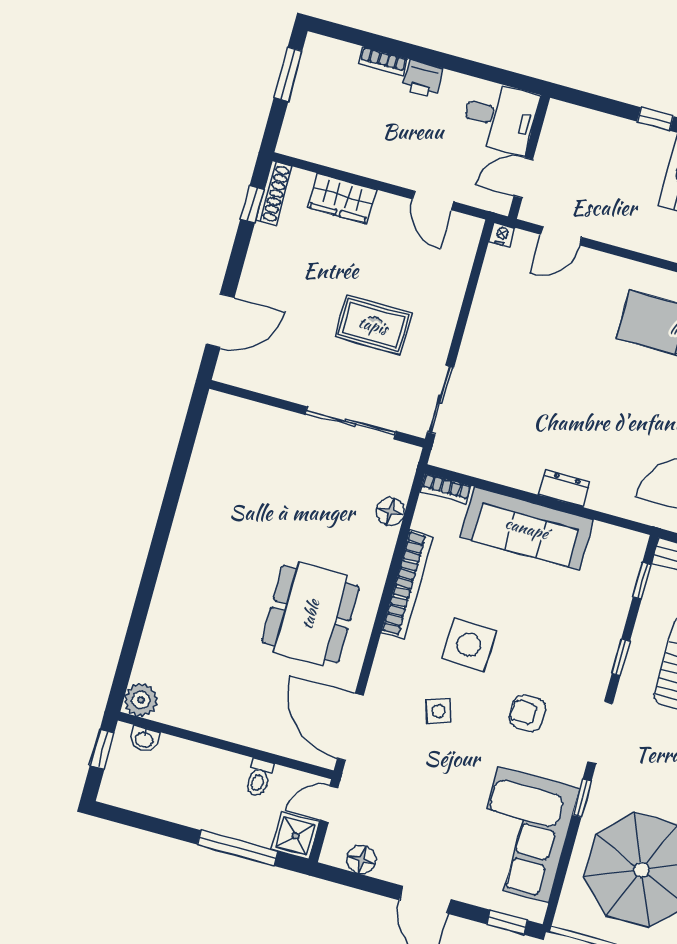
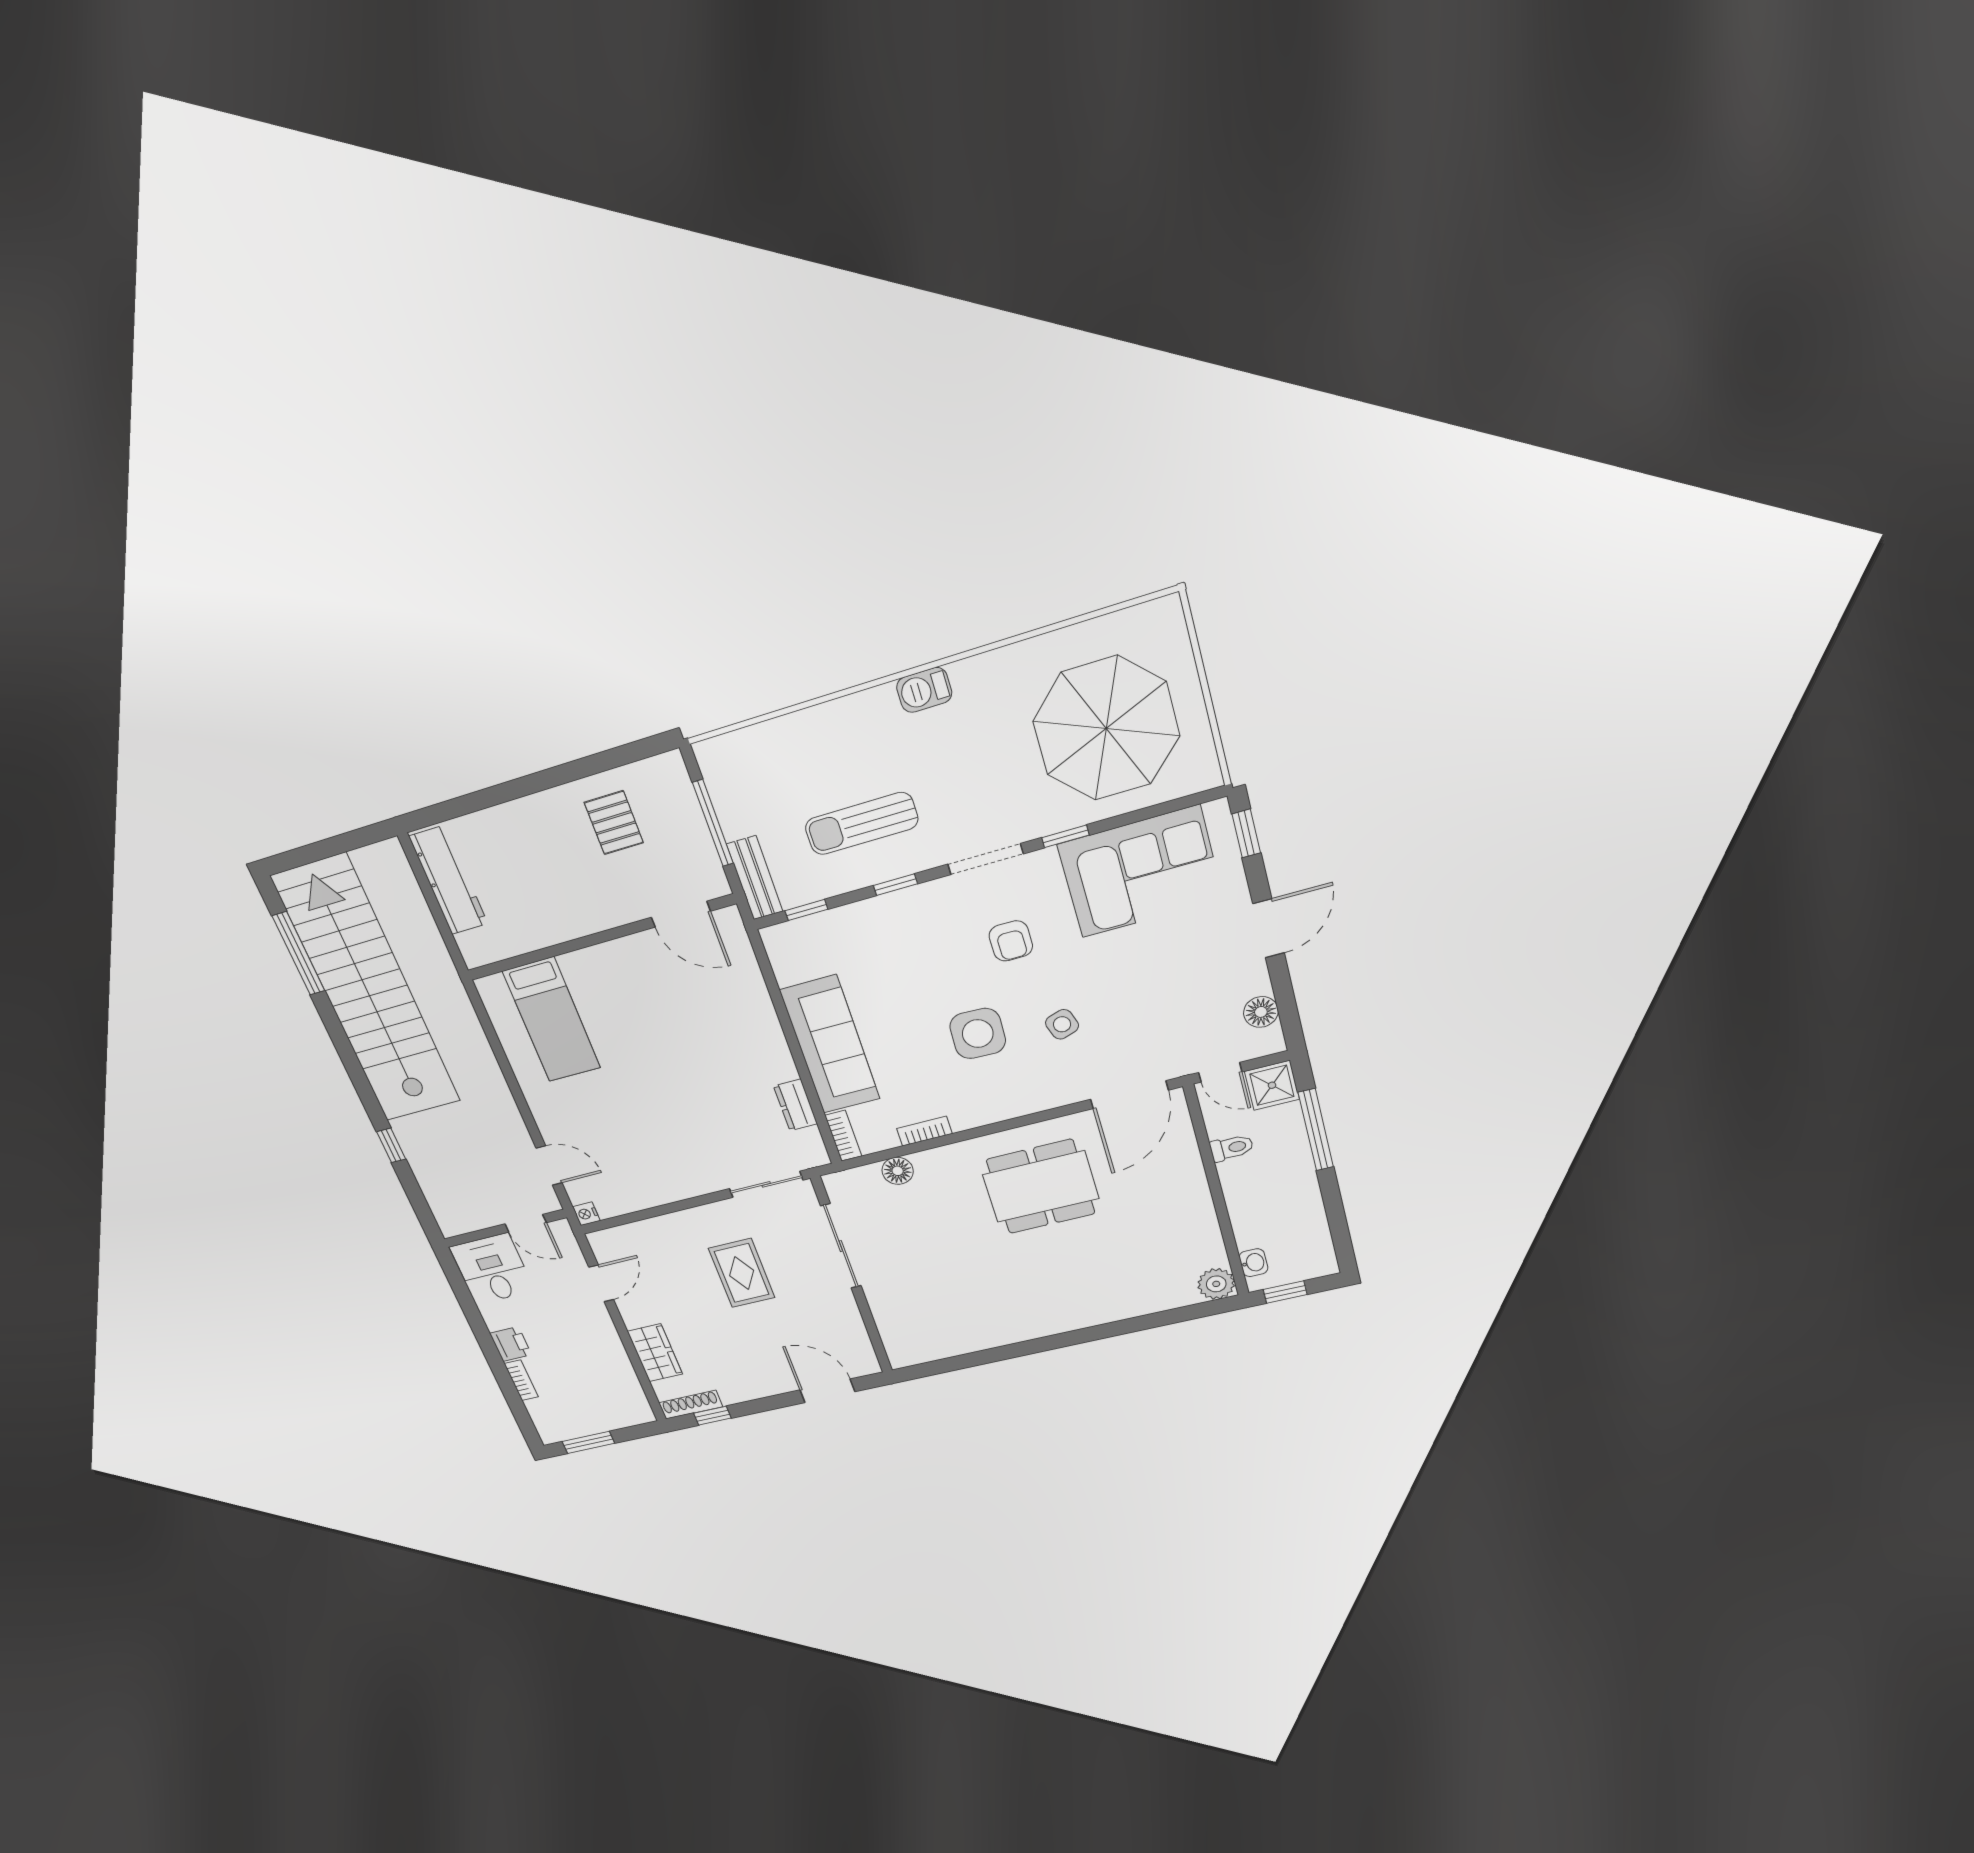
dresser: (565, 488) -> (796, 1105), moved
bookcase: (407, 584) -> (924, 1131), width x0.43, depth x0.76

